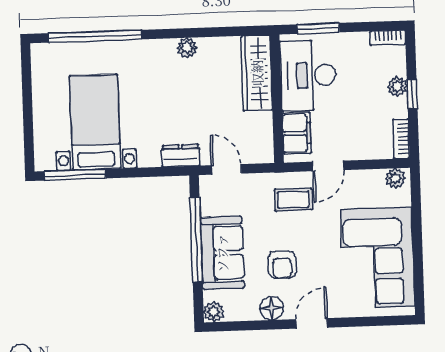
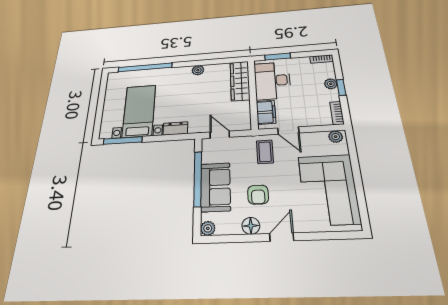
dresser: (181, 156) -> (175, 128), moved
door: (328, 166) -> (288, 131), hinge flipped
coffee table: (293, 200) -> (265, 152), turned 90

